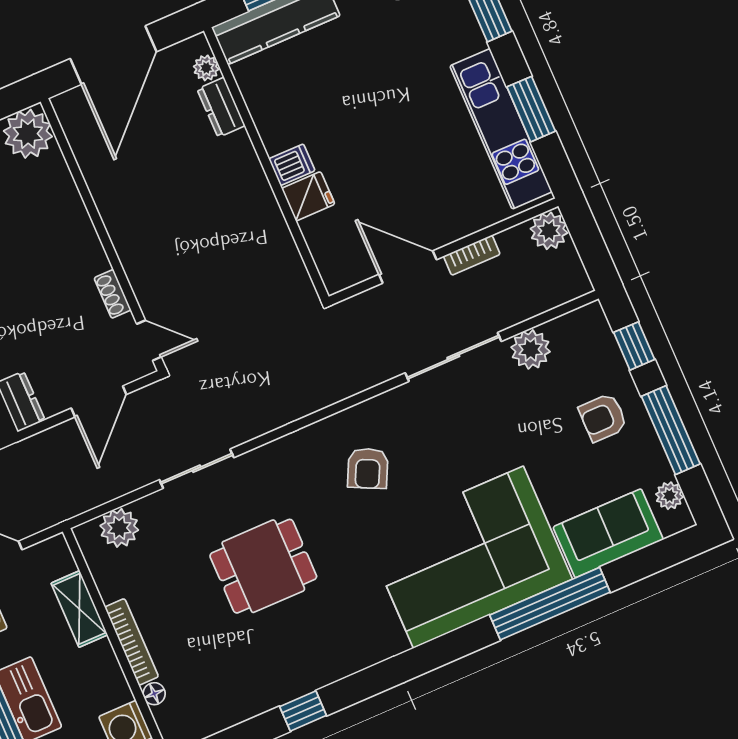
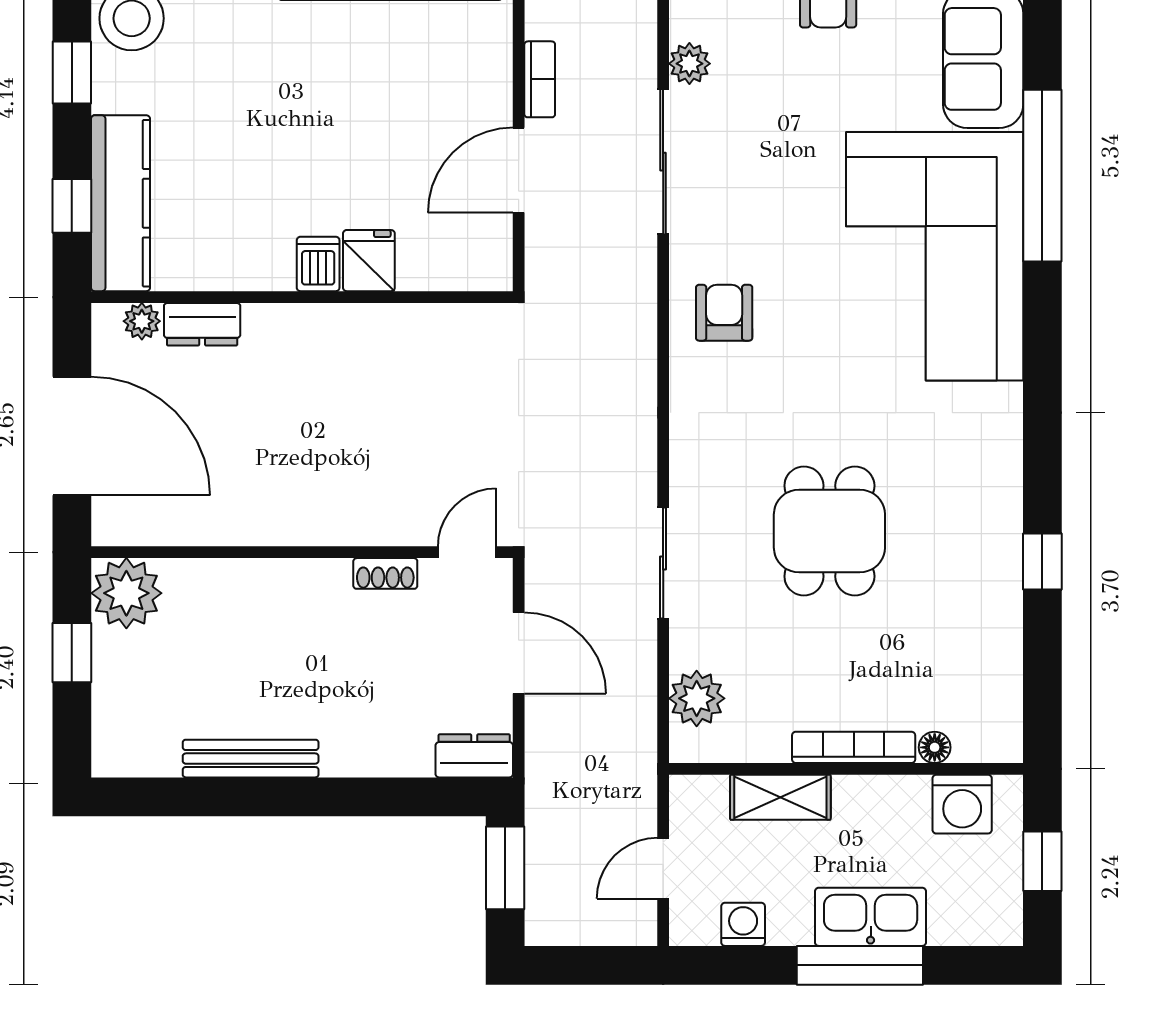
plant: (531, 349) -> (689, 64), width x0.73, depth x0.73
armchair: (368, 468) -> (724, 313), moved, turned -116

